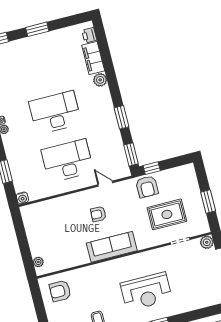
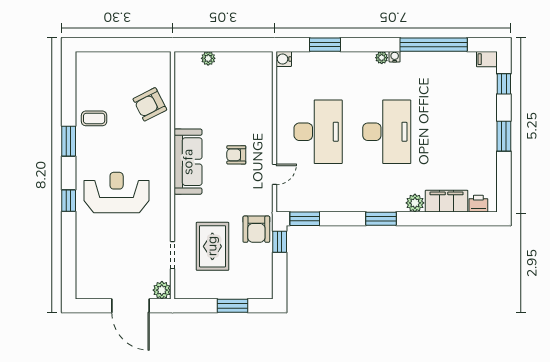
window: (122, 117) -> (381, 219), moved
armchair: (147, 187) -> (256, 229), turned -90
window: (208, 201) -> (232, 306), moved
armchair: (98, 214) -> (236, 155), turned -92
plant: (38, 262) -> (208, 58), moved
armchair: (60, 291) -> (150, 104), moved, turned -117
reception desk: (146, 292) -> (117, 193), turned 90

